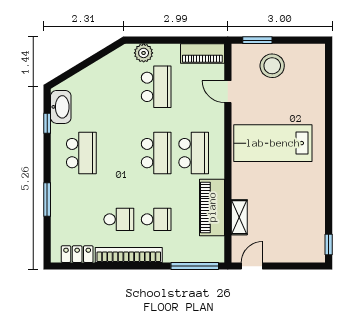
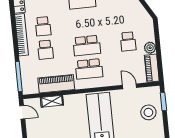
plant: (144, 53) -> (150, 48), moved
school desk: (156, 87) -> (128, 41), width x0.54
door: (228, 92) -> (130, 86), hinge flipped

